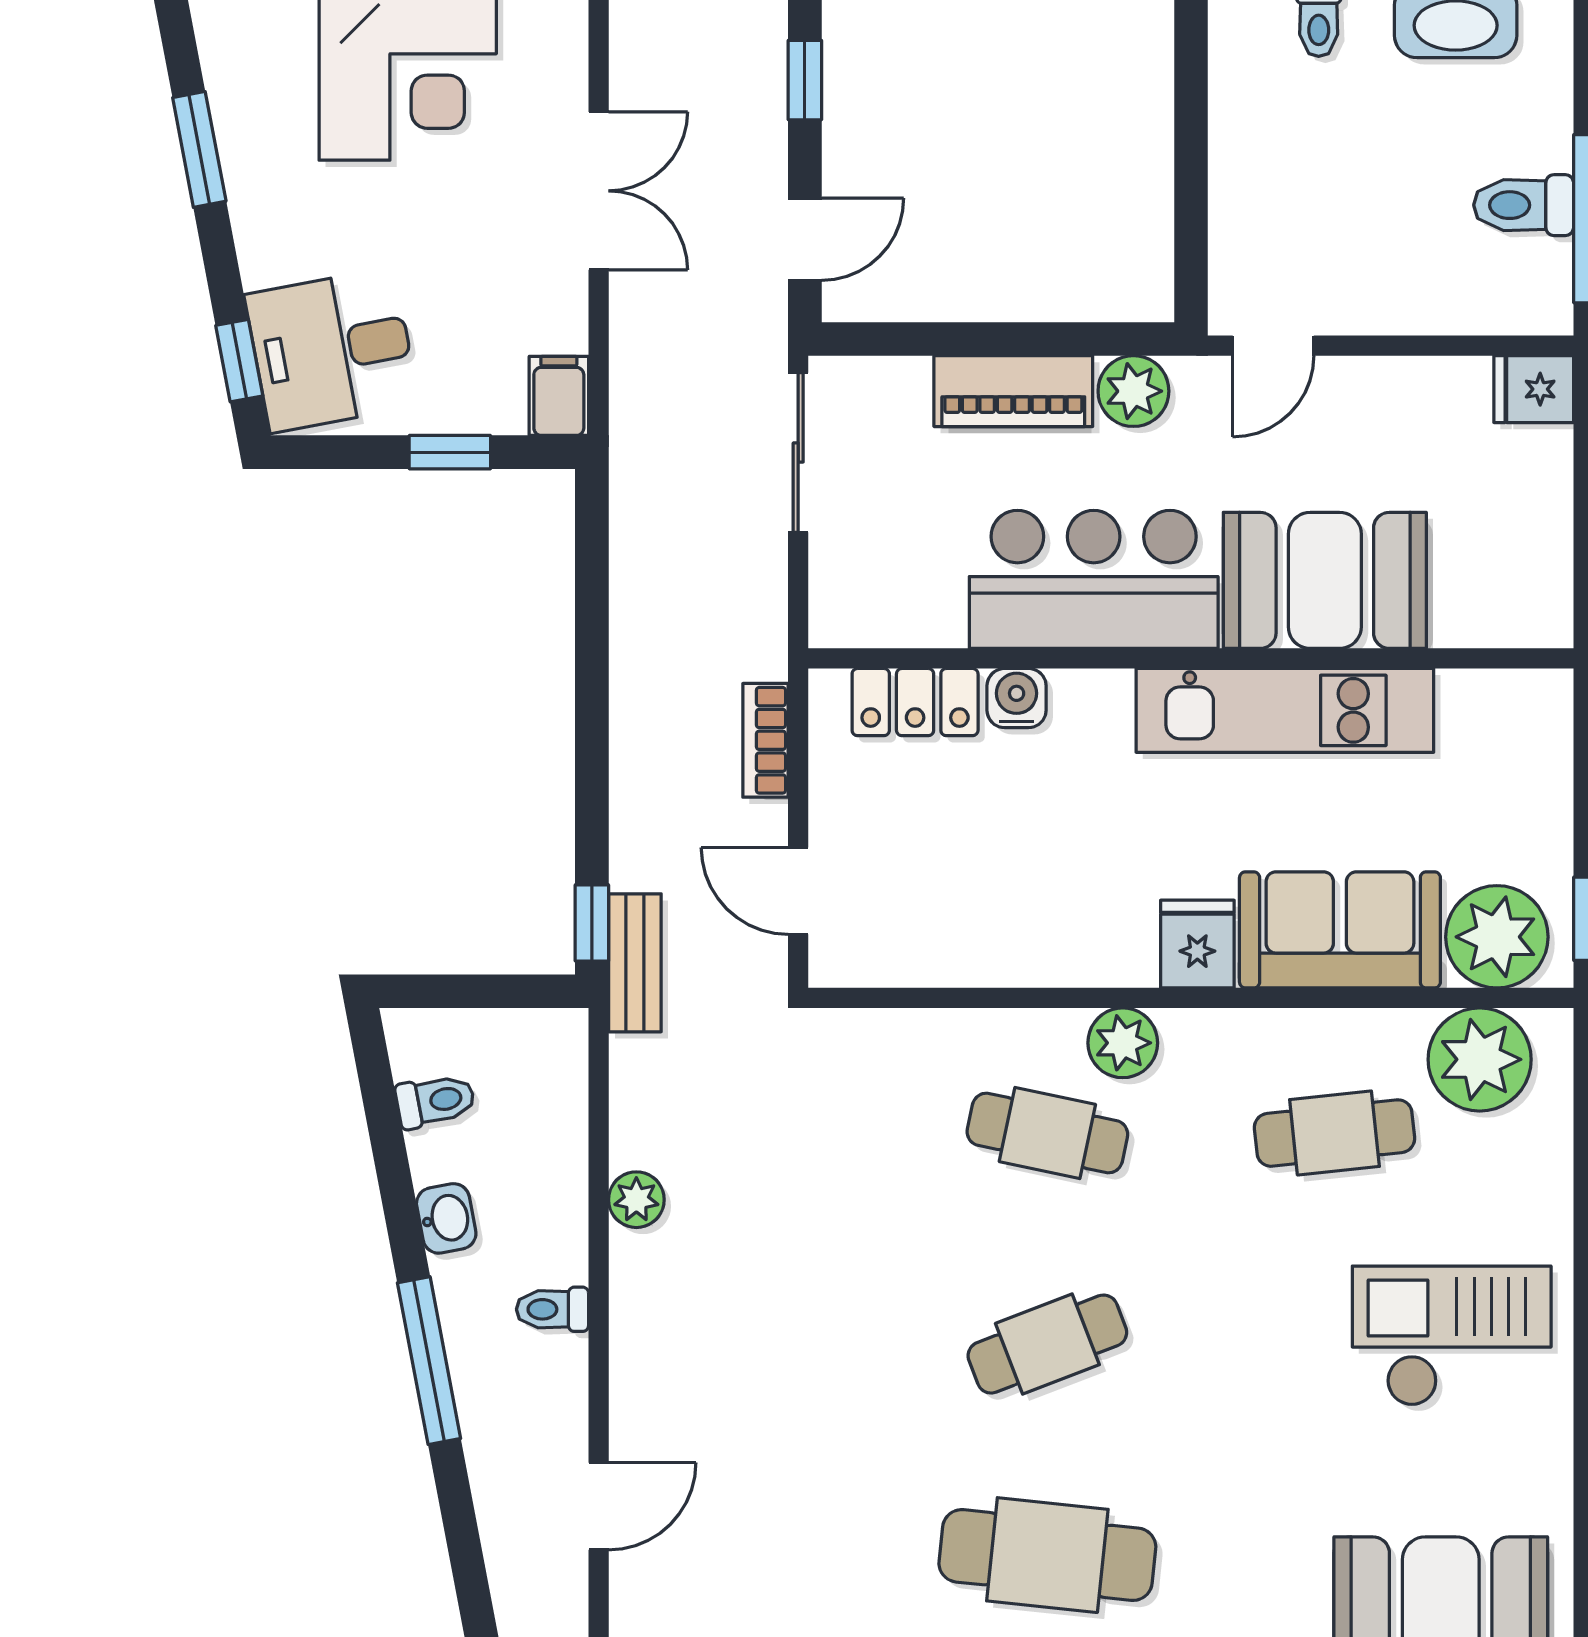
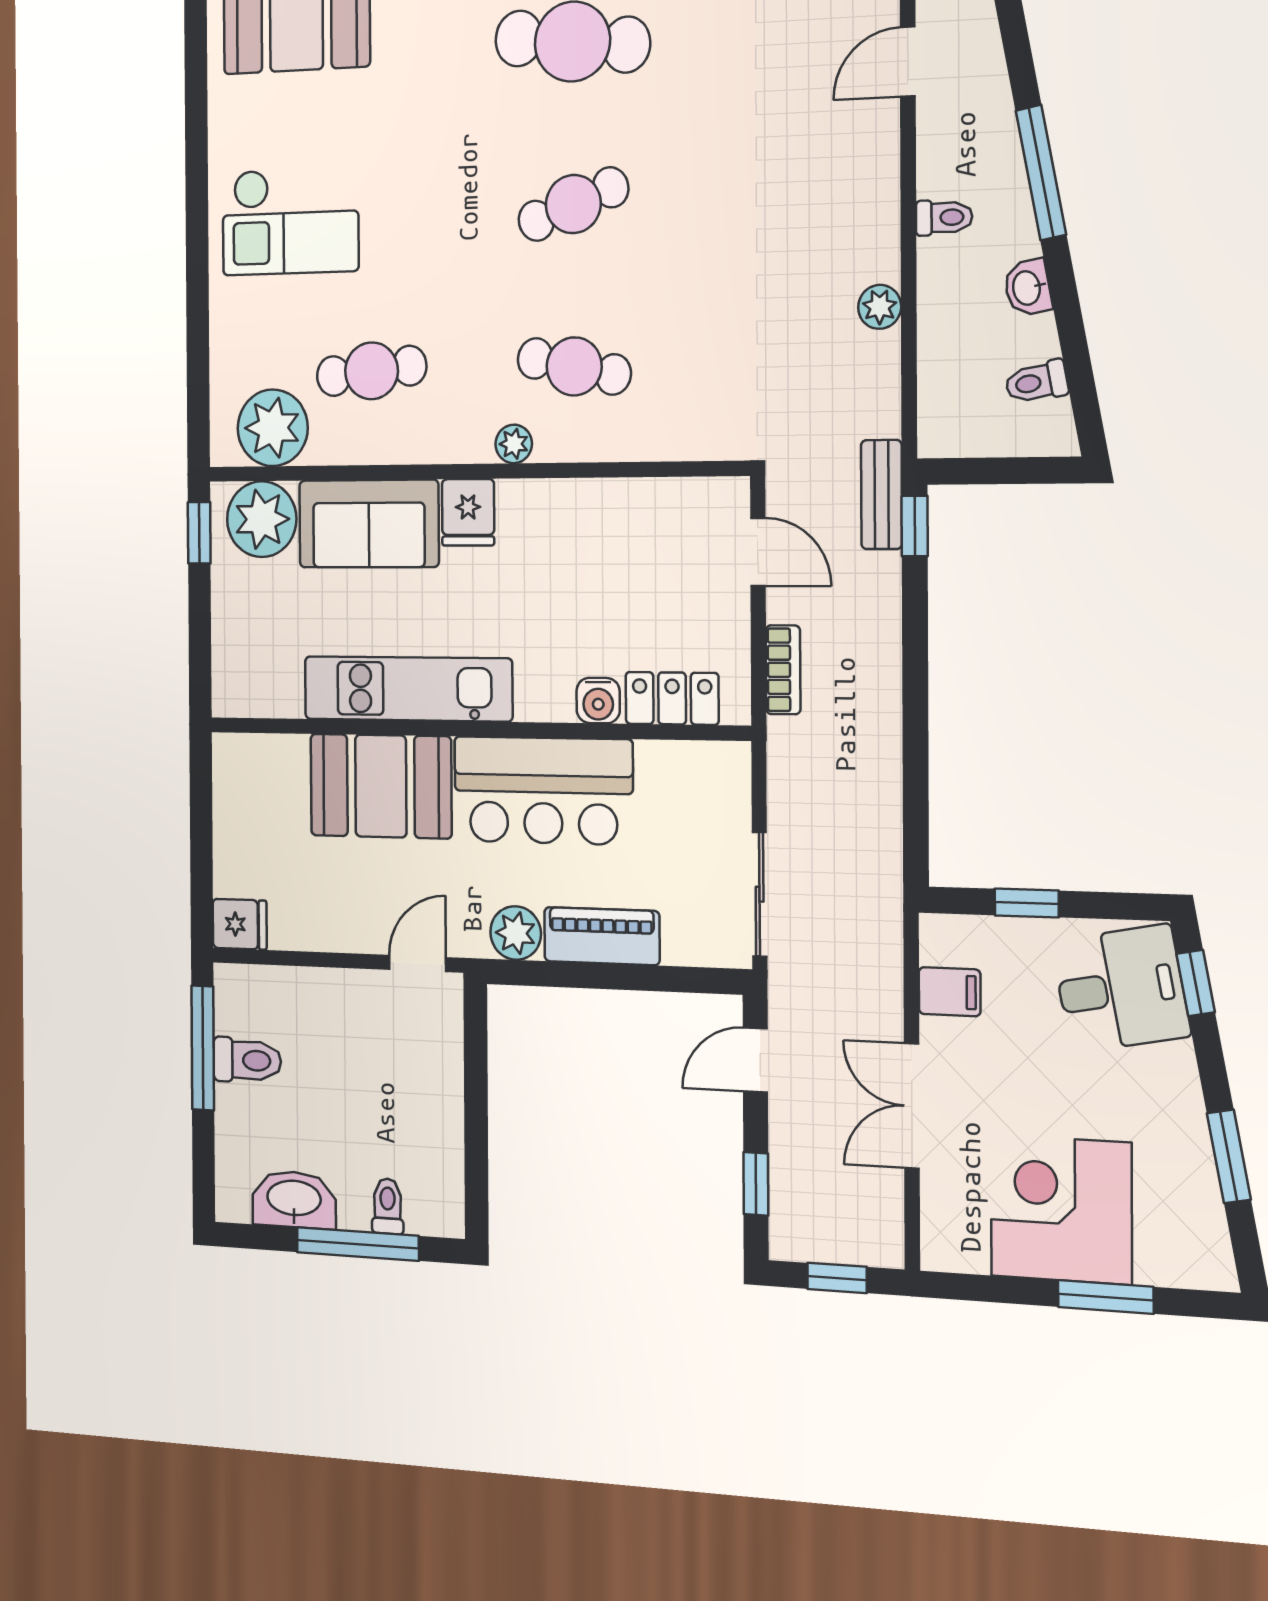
filing cabinet: (559, 396) -> (950, 992), moved, turned -90
plant: (1123, 1043) -> (514, 444), width x0.73, depth x0.73

